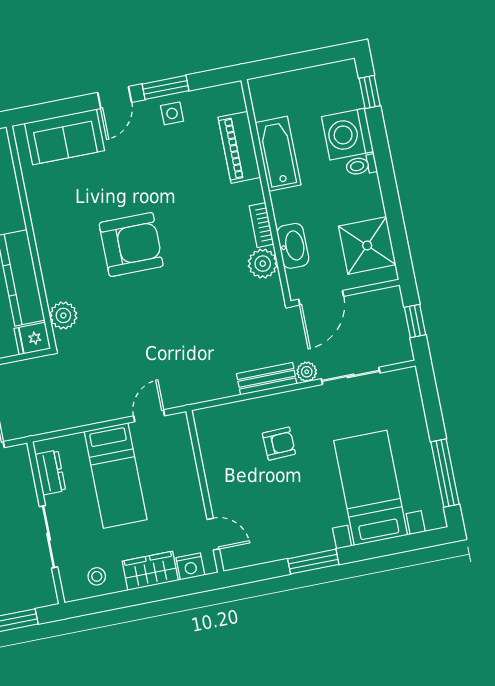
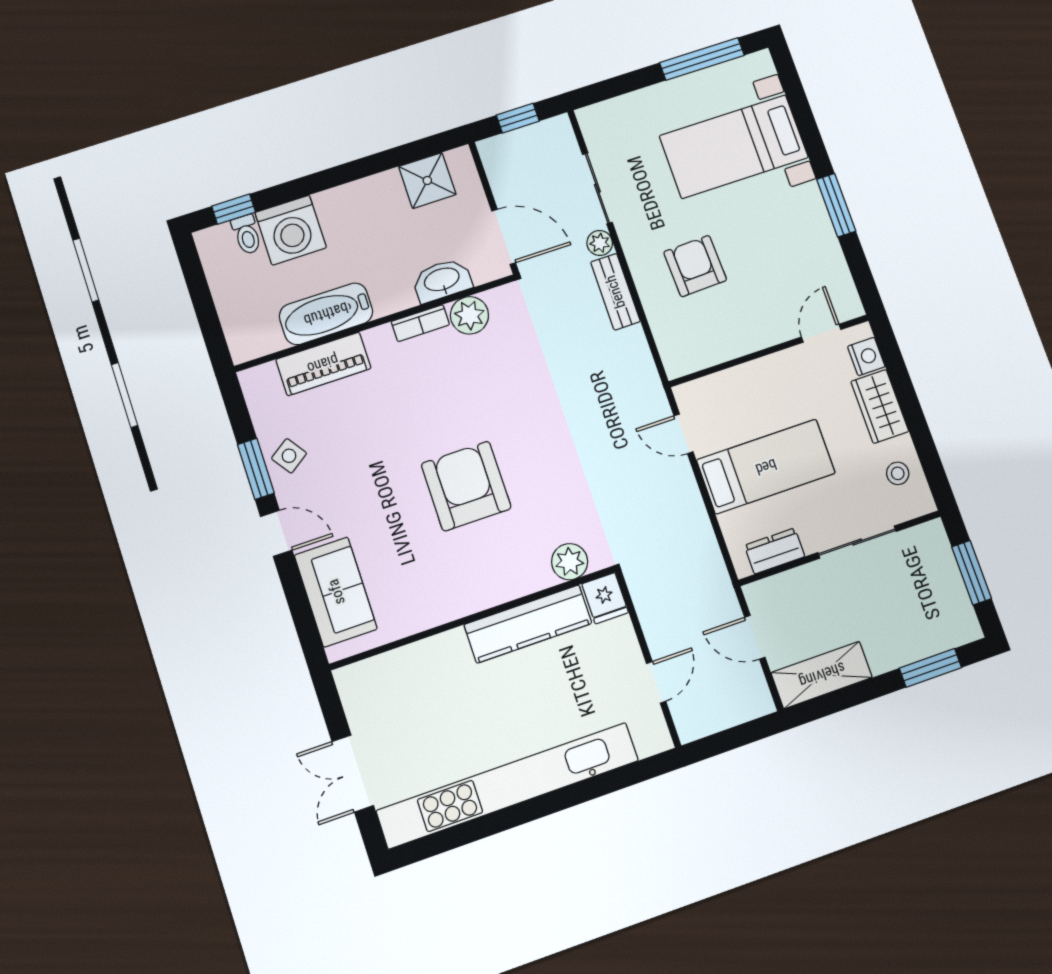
side table: (172, 113) -> (289, 456), turned -35
toilet: (361, 165) -> (247, 235), moved
shower: (367, 245) -> (427, 180), width x0.73, depth x0.73
armchair: (279, 444) -> (695, 266), width x1.38, depth x1.38

